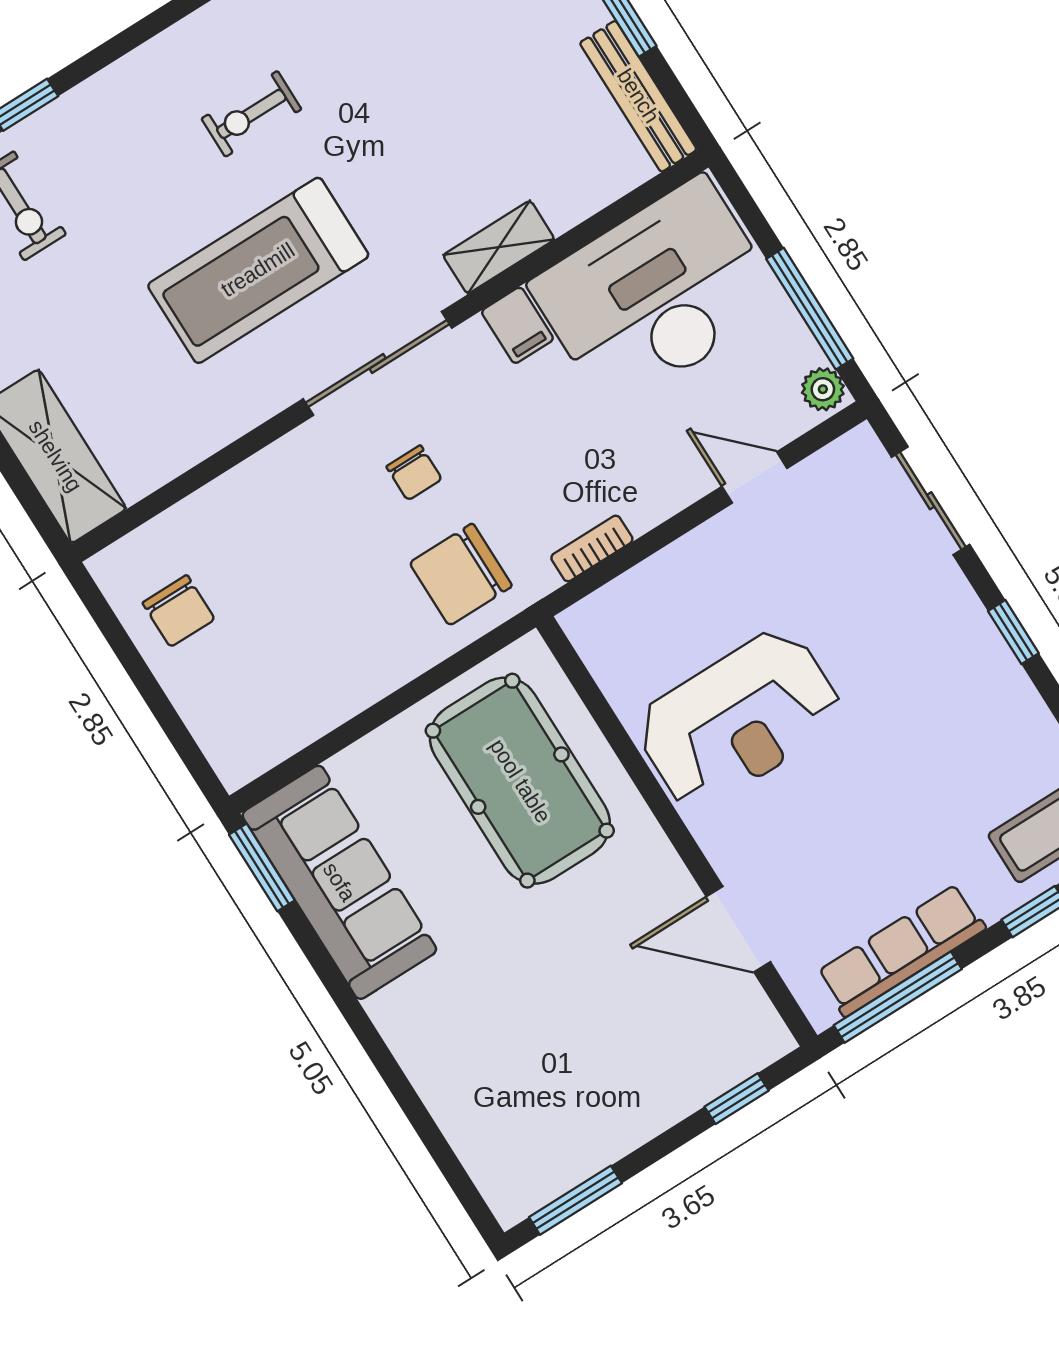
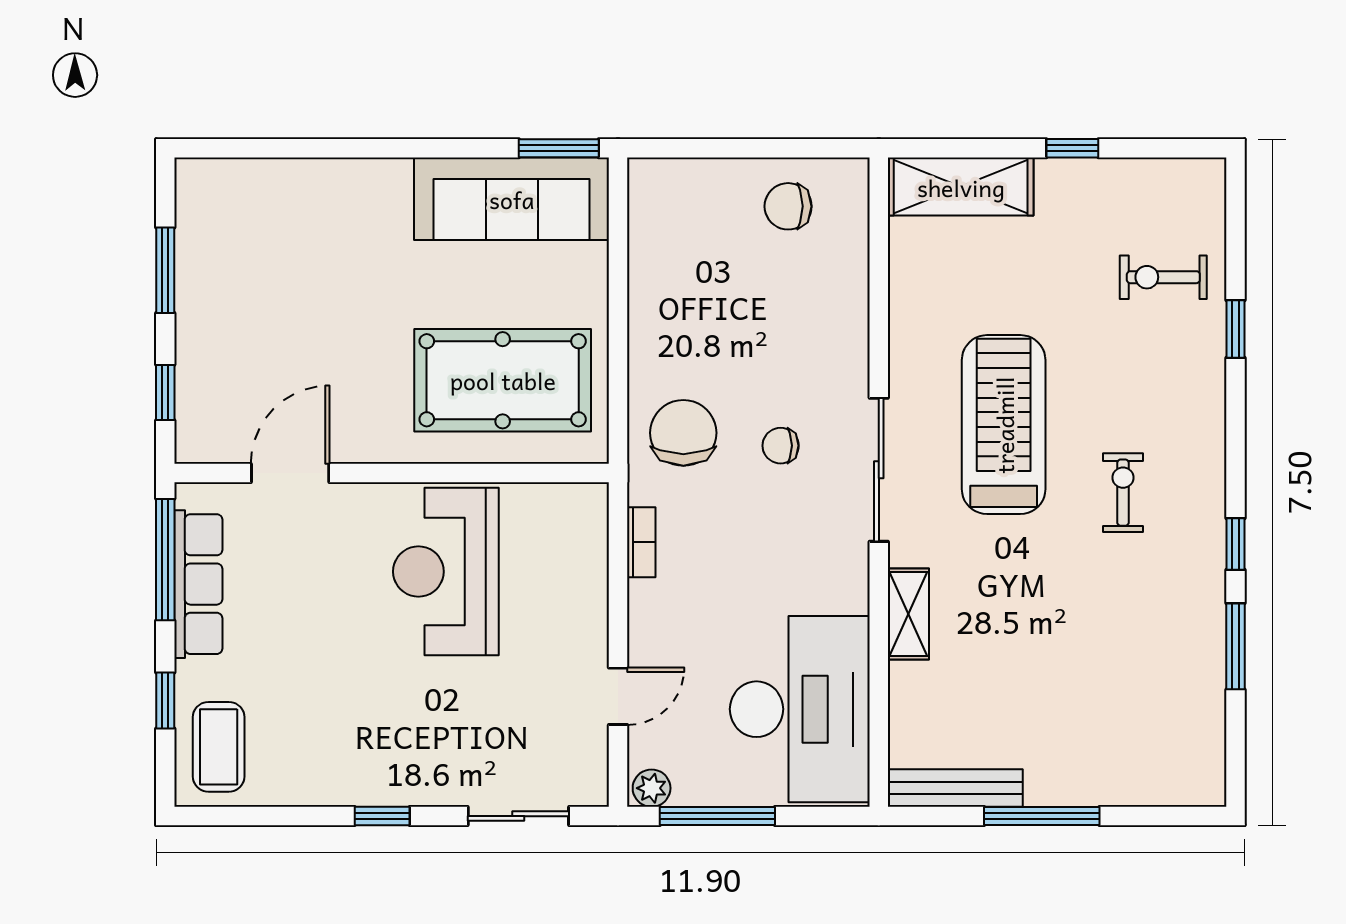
filing cabinet: (517, 325) -> (842, 591), removed
window: (575, 1200) -> (165, 270), moved

